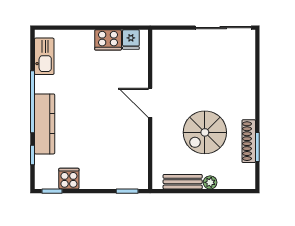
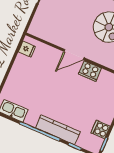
cooker: (108, 40) -> (90, 71), moved, turned 90

